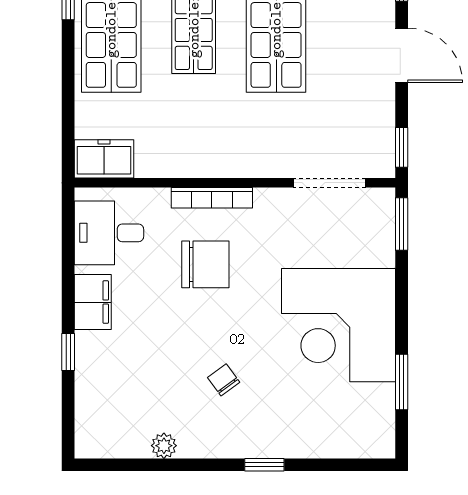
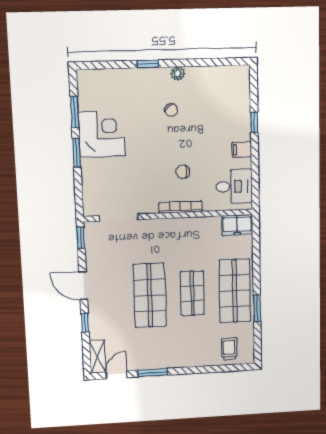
window: (402, 224) -> (77, 153), moved
chair: (205, 264) -> (183, 172), width x0.54, depth x0.54
filing cabinet: (93, 302) -> (242, 150), width x0.50
corner desk: (339, 325) -> (102, 134), width x0.74, depth x0.74
plant: (164, 446) -> (178, 74), moved

